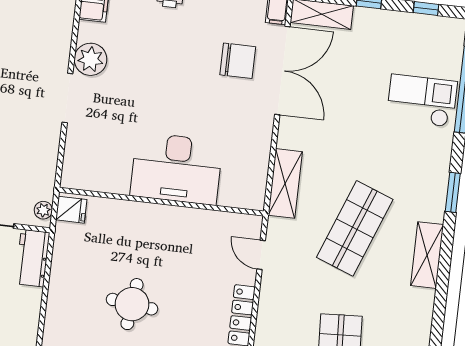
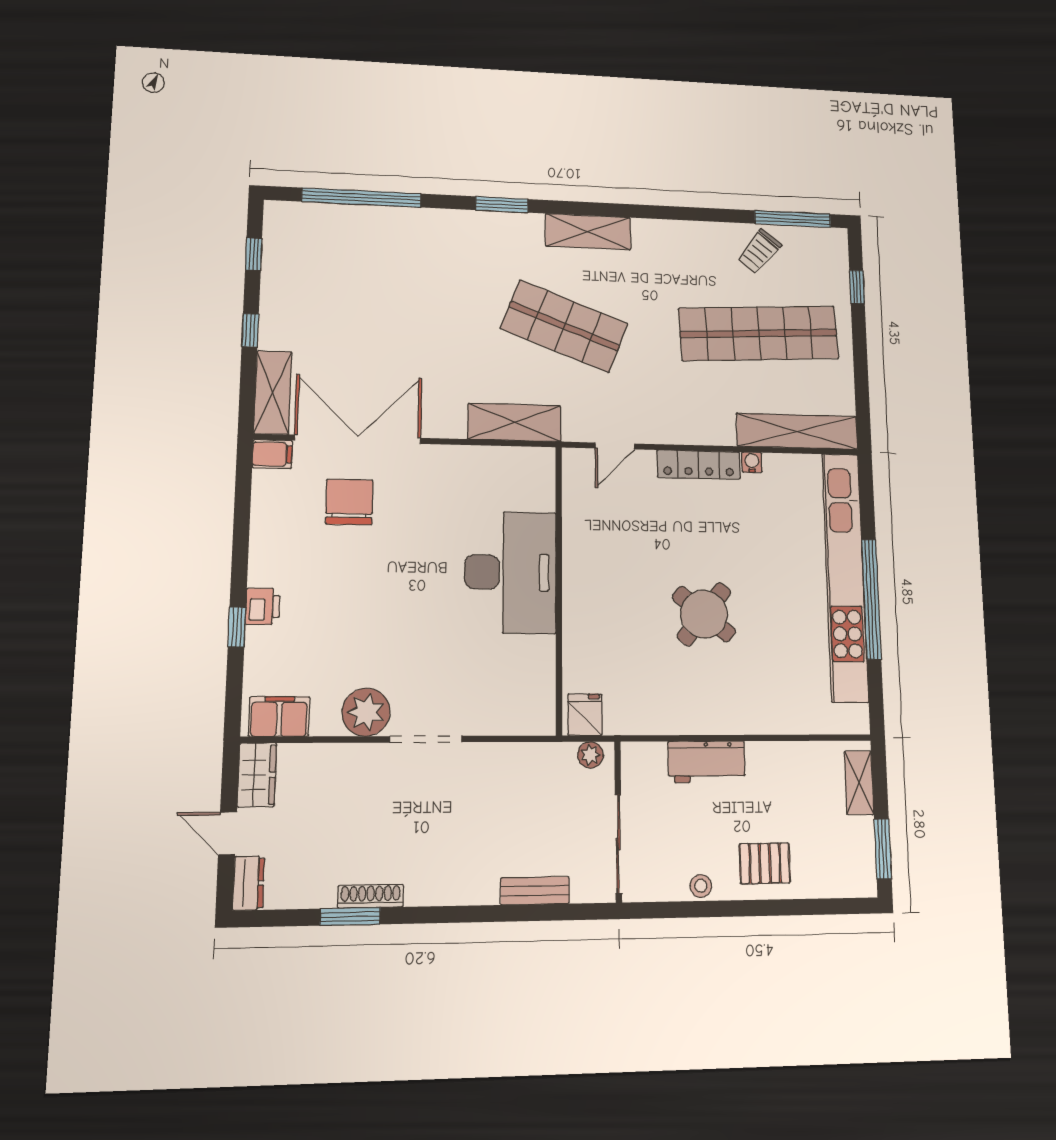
checkout: (422, 101) -> (382, 251), removed
workbench: (32, 258) -> (707, 762), moved
round table: (132, 304) -> (704, 614), turned 32

